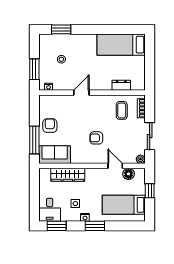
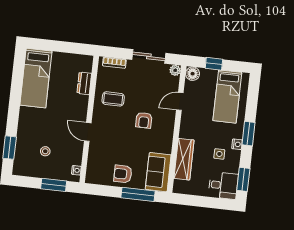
coffee table: (122, 110) -> (113, 99), moved
floor lamp: (129, 174) -> (193, 74), moved

